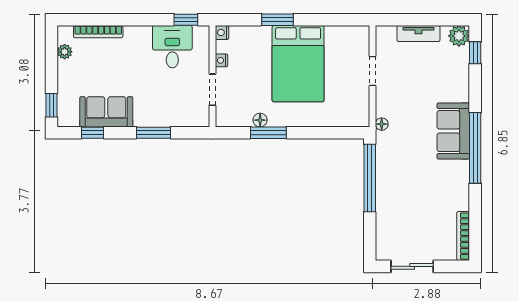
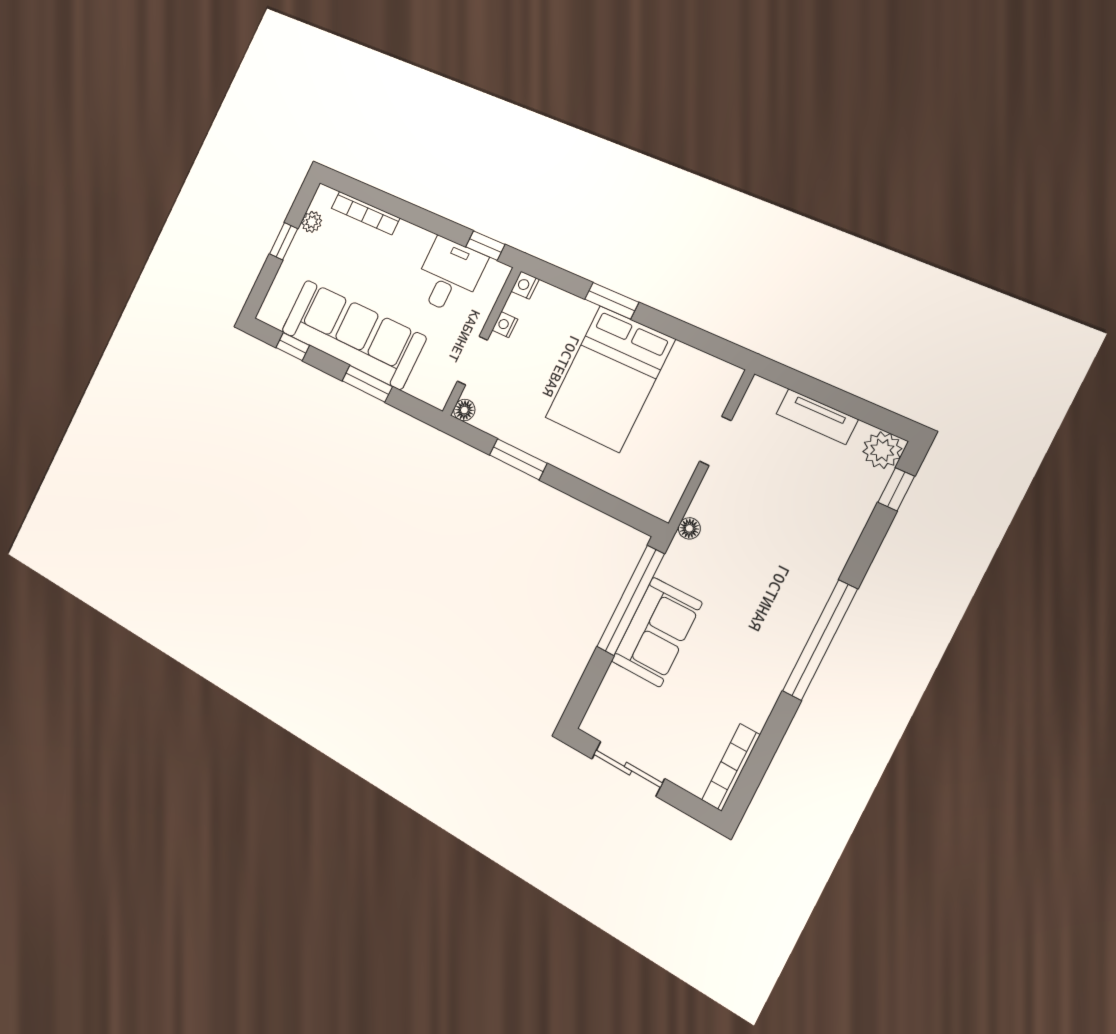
window: (51, 105) -> (284, 241), moved
sofa: (106, 112) -> (353, 334), width x1.85, depth x1.27
floor lamp: (260, 120) -> (464, 410), moved
sofa: (453, 131) -> (657, 632), moved, turned 180

